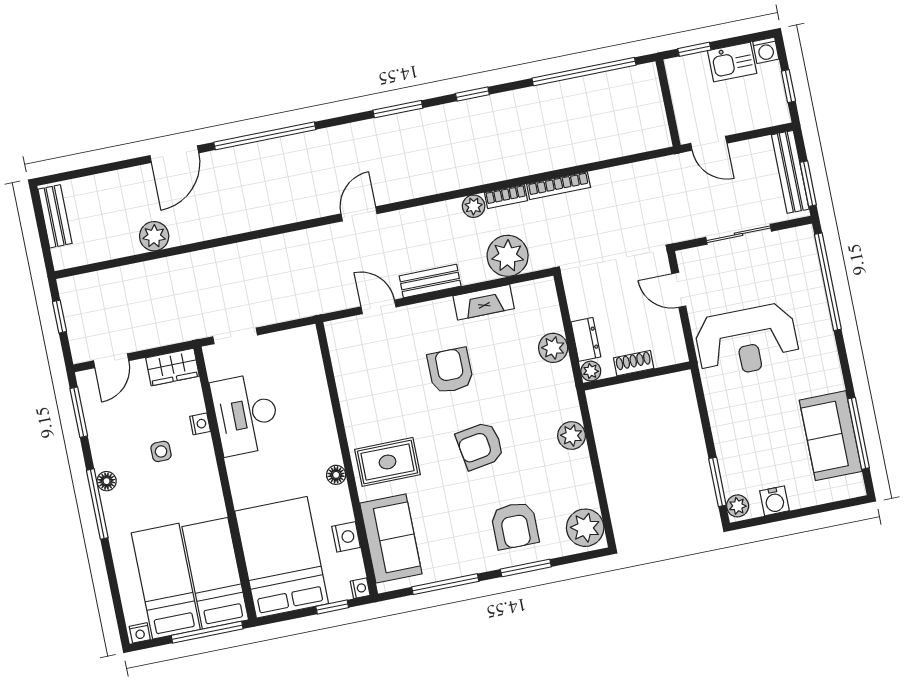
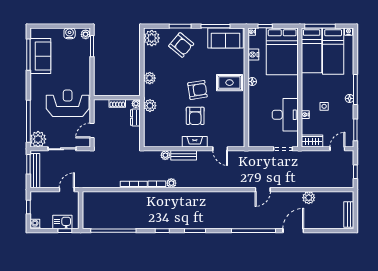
kitchen sink: (732, 62) -> (62, 222), moved
door: (709, 143) -> (67, 190), hinge flipped
door: (359, 214) -> (263, 190), moved
plant: (798, 245) -> (38, 139), added
plant: (508, 256) -> (165, 155), width x0.53, depth x0.53
bench: (430, 281) -> (184, 155), moved
door: (679, 290) -> (92, 130), swing flipped
fireplace: (484, 302) -> (195, 142), moved
plant: (553, 348) -> (150, 106), moved
armchair: (480, 446) -> (197, 90), moved
armchair: (515, 526) -> (181, 45), turned 130
sofa: (391, 539) -> (226, 38), moved, turned -90

